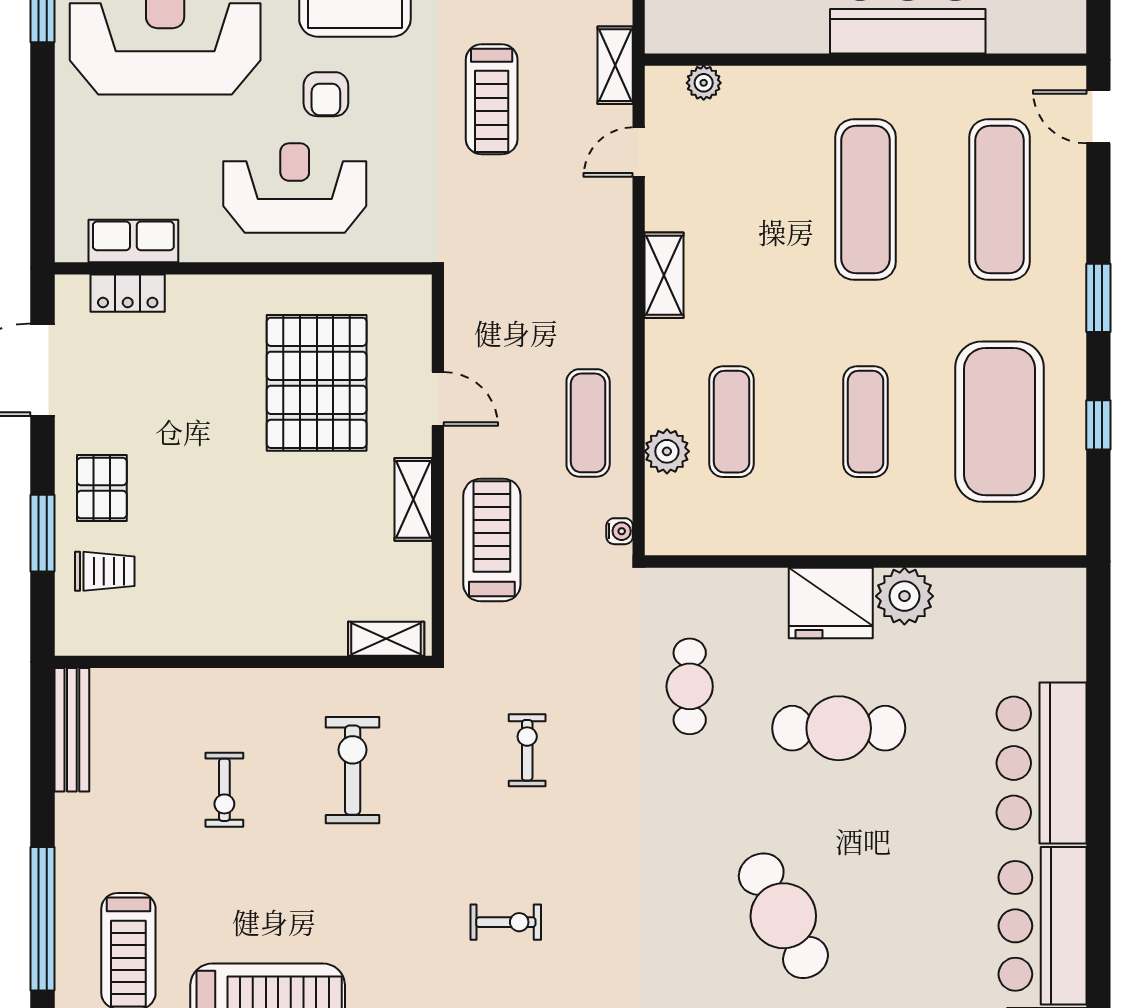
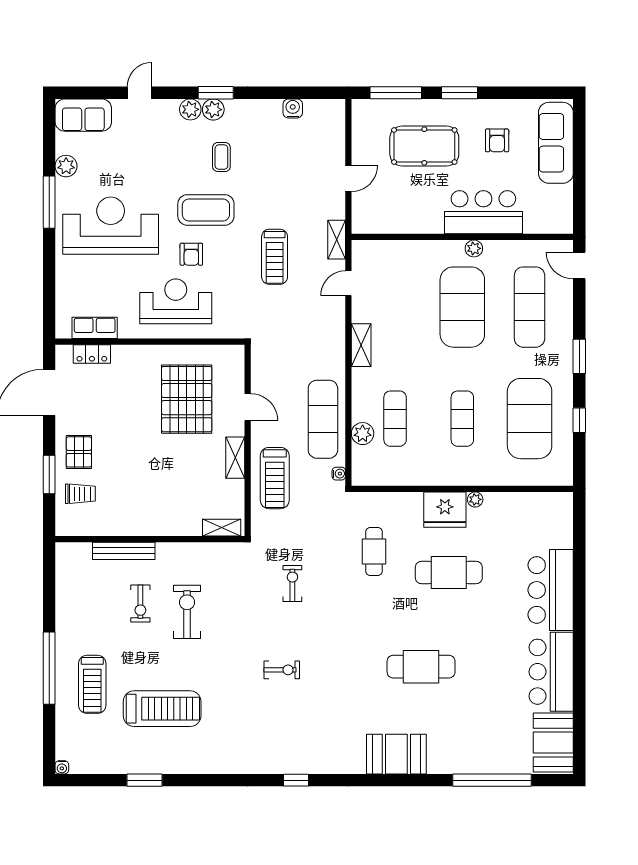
plant: (704, 83) -> (474, 248), moved
exercise mat: (866, 200) -> (462, 307), width x1.47
exercise mat: (588, 423) -> (323, 419), width x1.36, depth x1.45
treadmill: (492, 540) -> (275, 478), turned 180
plant: (904, 596) -> (475, 499), width x0.53, depth x0.53
bench: (72, 730) -> (124, 551), moved, turned 90
exercise bike: (353, 770) -> (187, 612), moved
cafe table: (783, 916) -> (421, 667), turned -62

